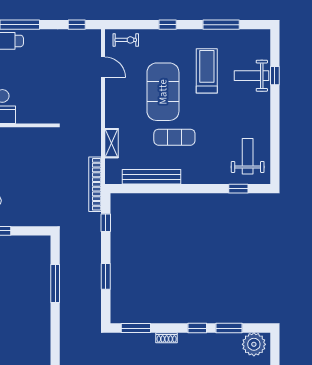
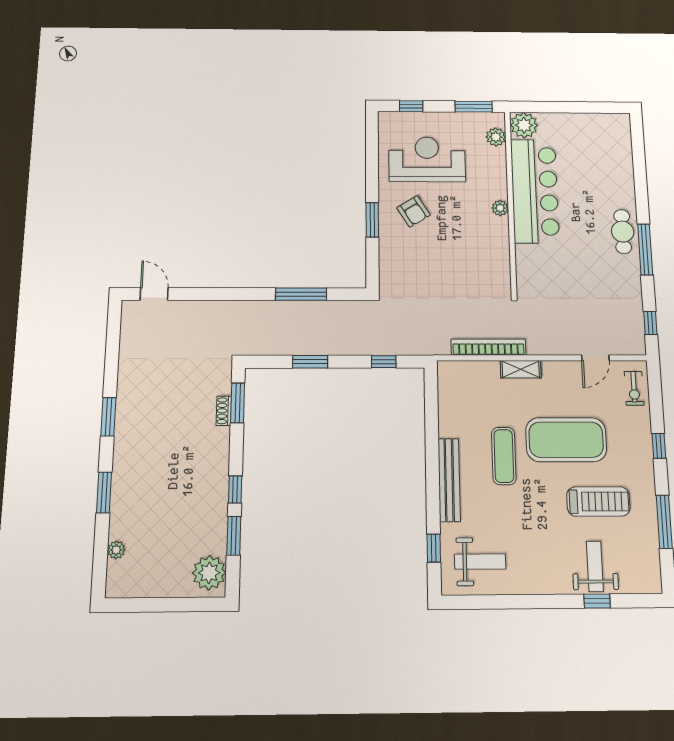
shelving: (111, 143) -> (521, 369), moved
bench: (152, 177) -> (449, 480), moved
bookcase: (95, 184) -> (488, 347), moved
shoe rack: (167, 338) -> (224, 411), moved

